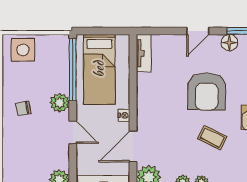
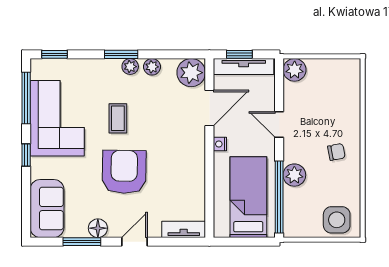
tv unit: (144, 53) -> (184, 229), moved, turned 90
plant: (60, 103) -> (294, 175), moved
coffee table: (212, 138) -> (118, 118), turned 63

